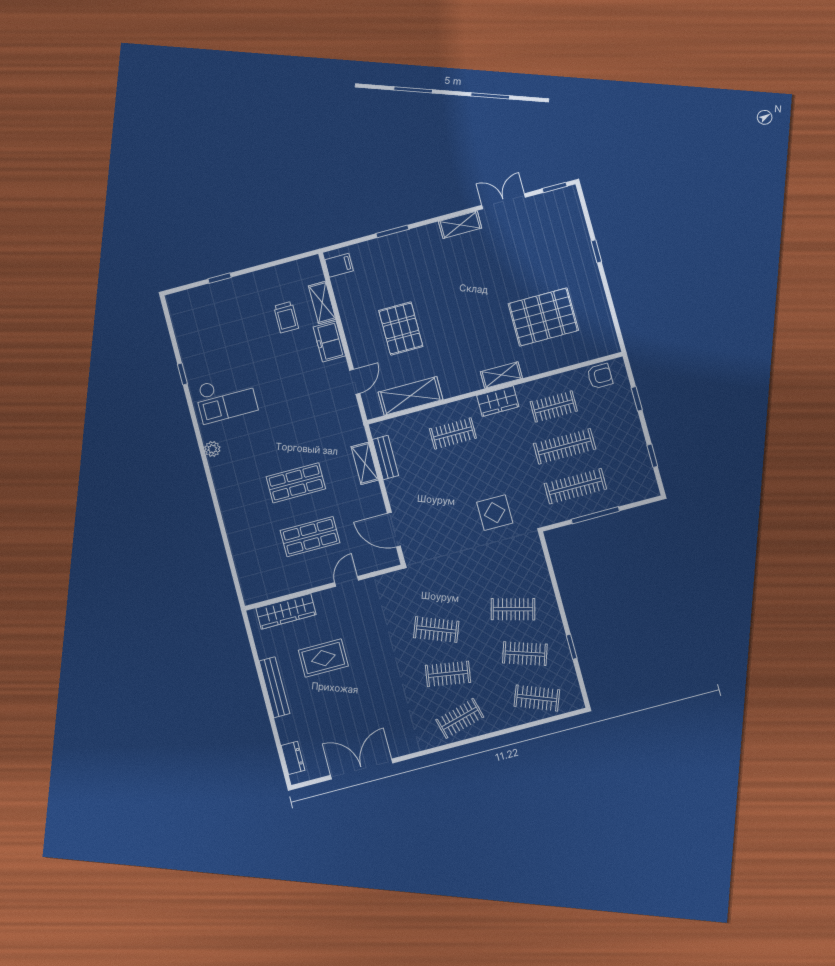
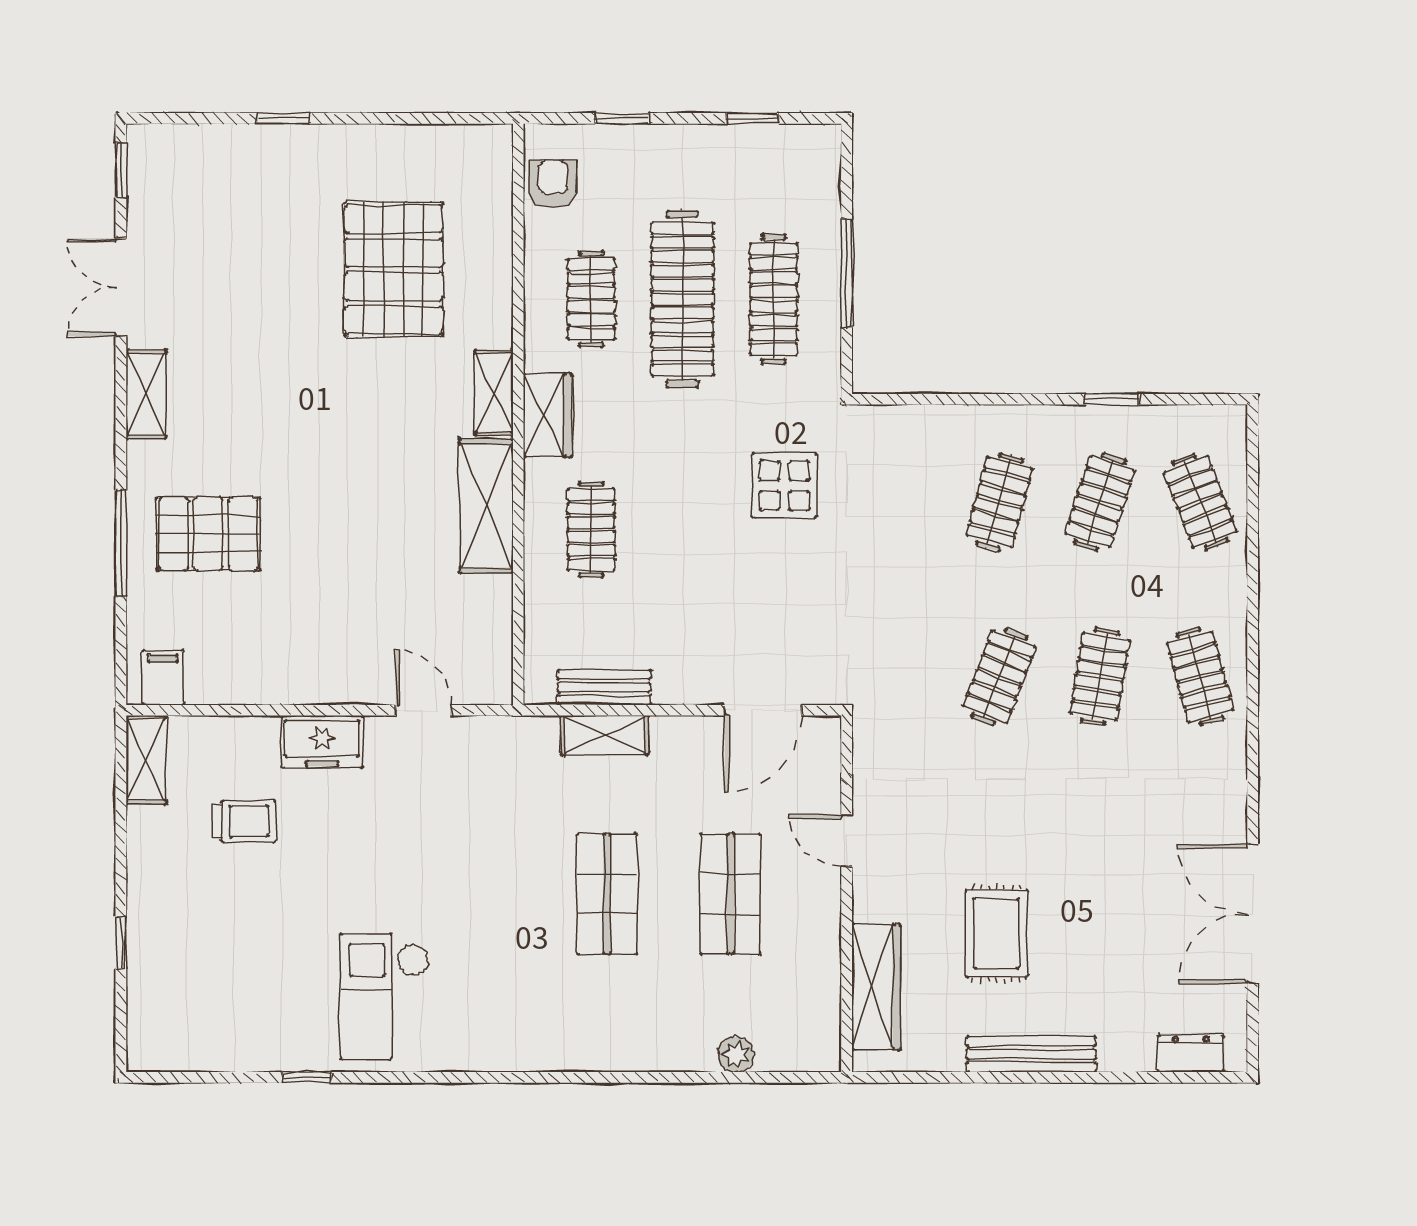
window: (392, 231) -> (121, 543), width x1.44
shelving: (322, 303) -> (146, 760), moved, turned 90
pallet: (401, 328) -> (208, 534), moved
shelving: (410, 396) -> (486, 506), moved
checkout: (226, 398) -> (385, 997), turned 180
clothes rail: (565, 446) -> (682, 299), width x1.37, depth x1.31
plant: (212, 449) -> (736, 1055), moved
clothes rail: (537, 698) -> (1200, 502), turned -42

